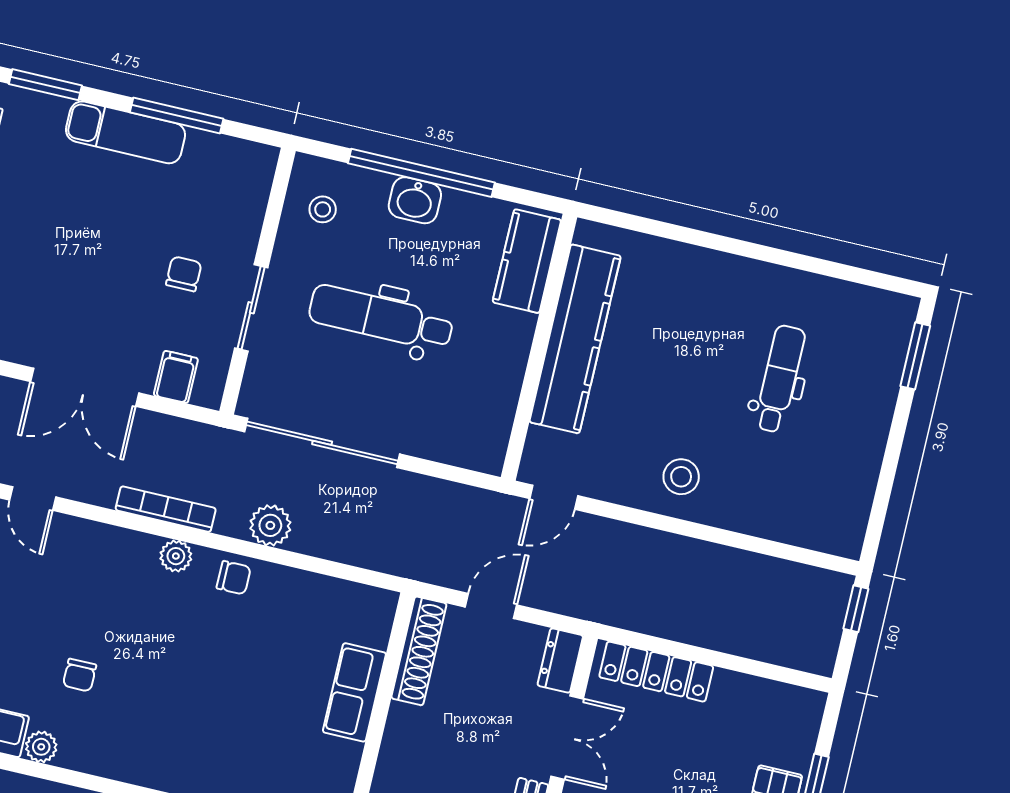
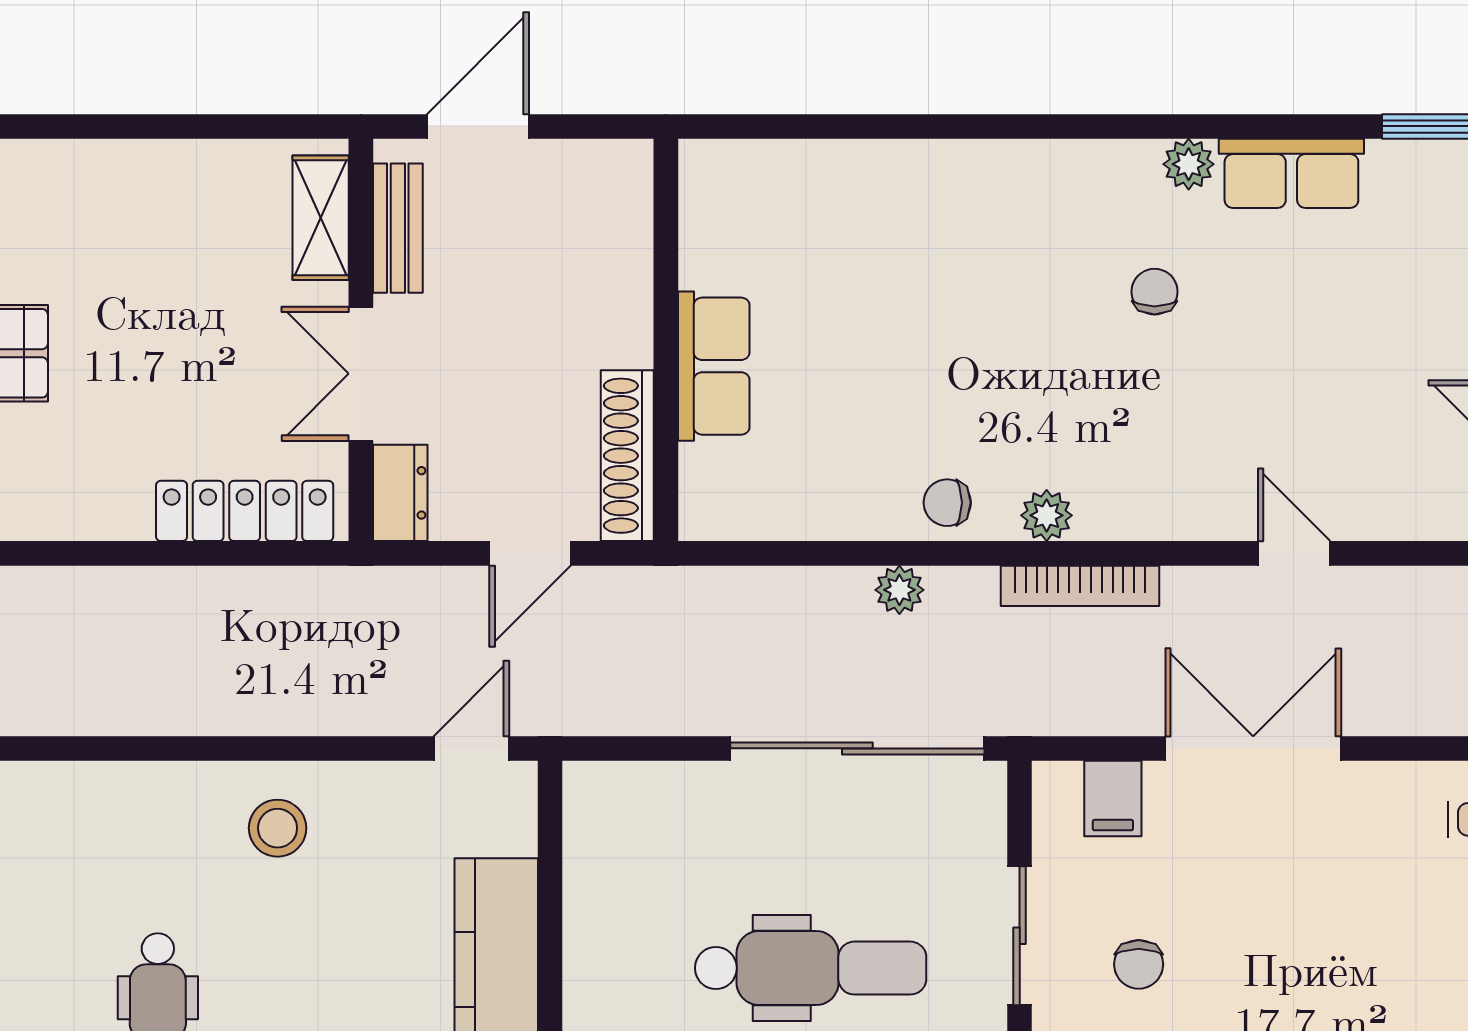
plant: (270, 525) -> (899, 590), width x0.73, depth x0.73

